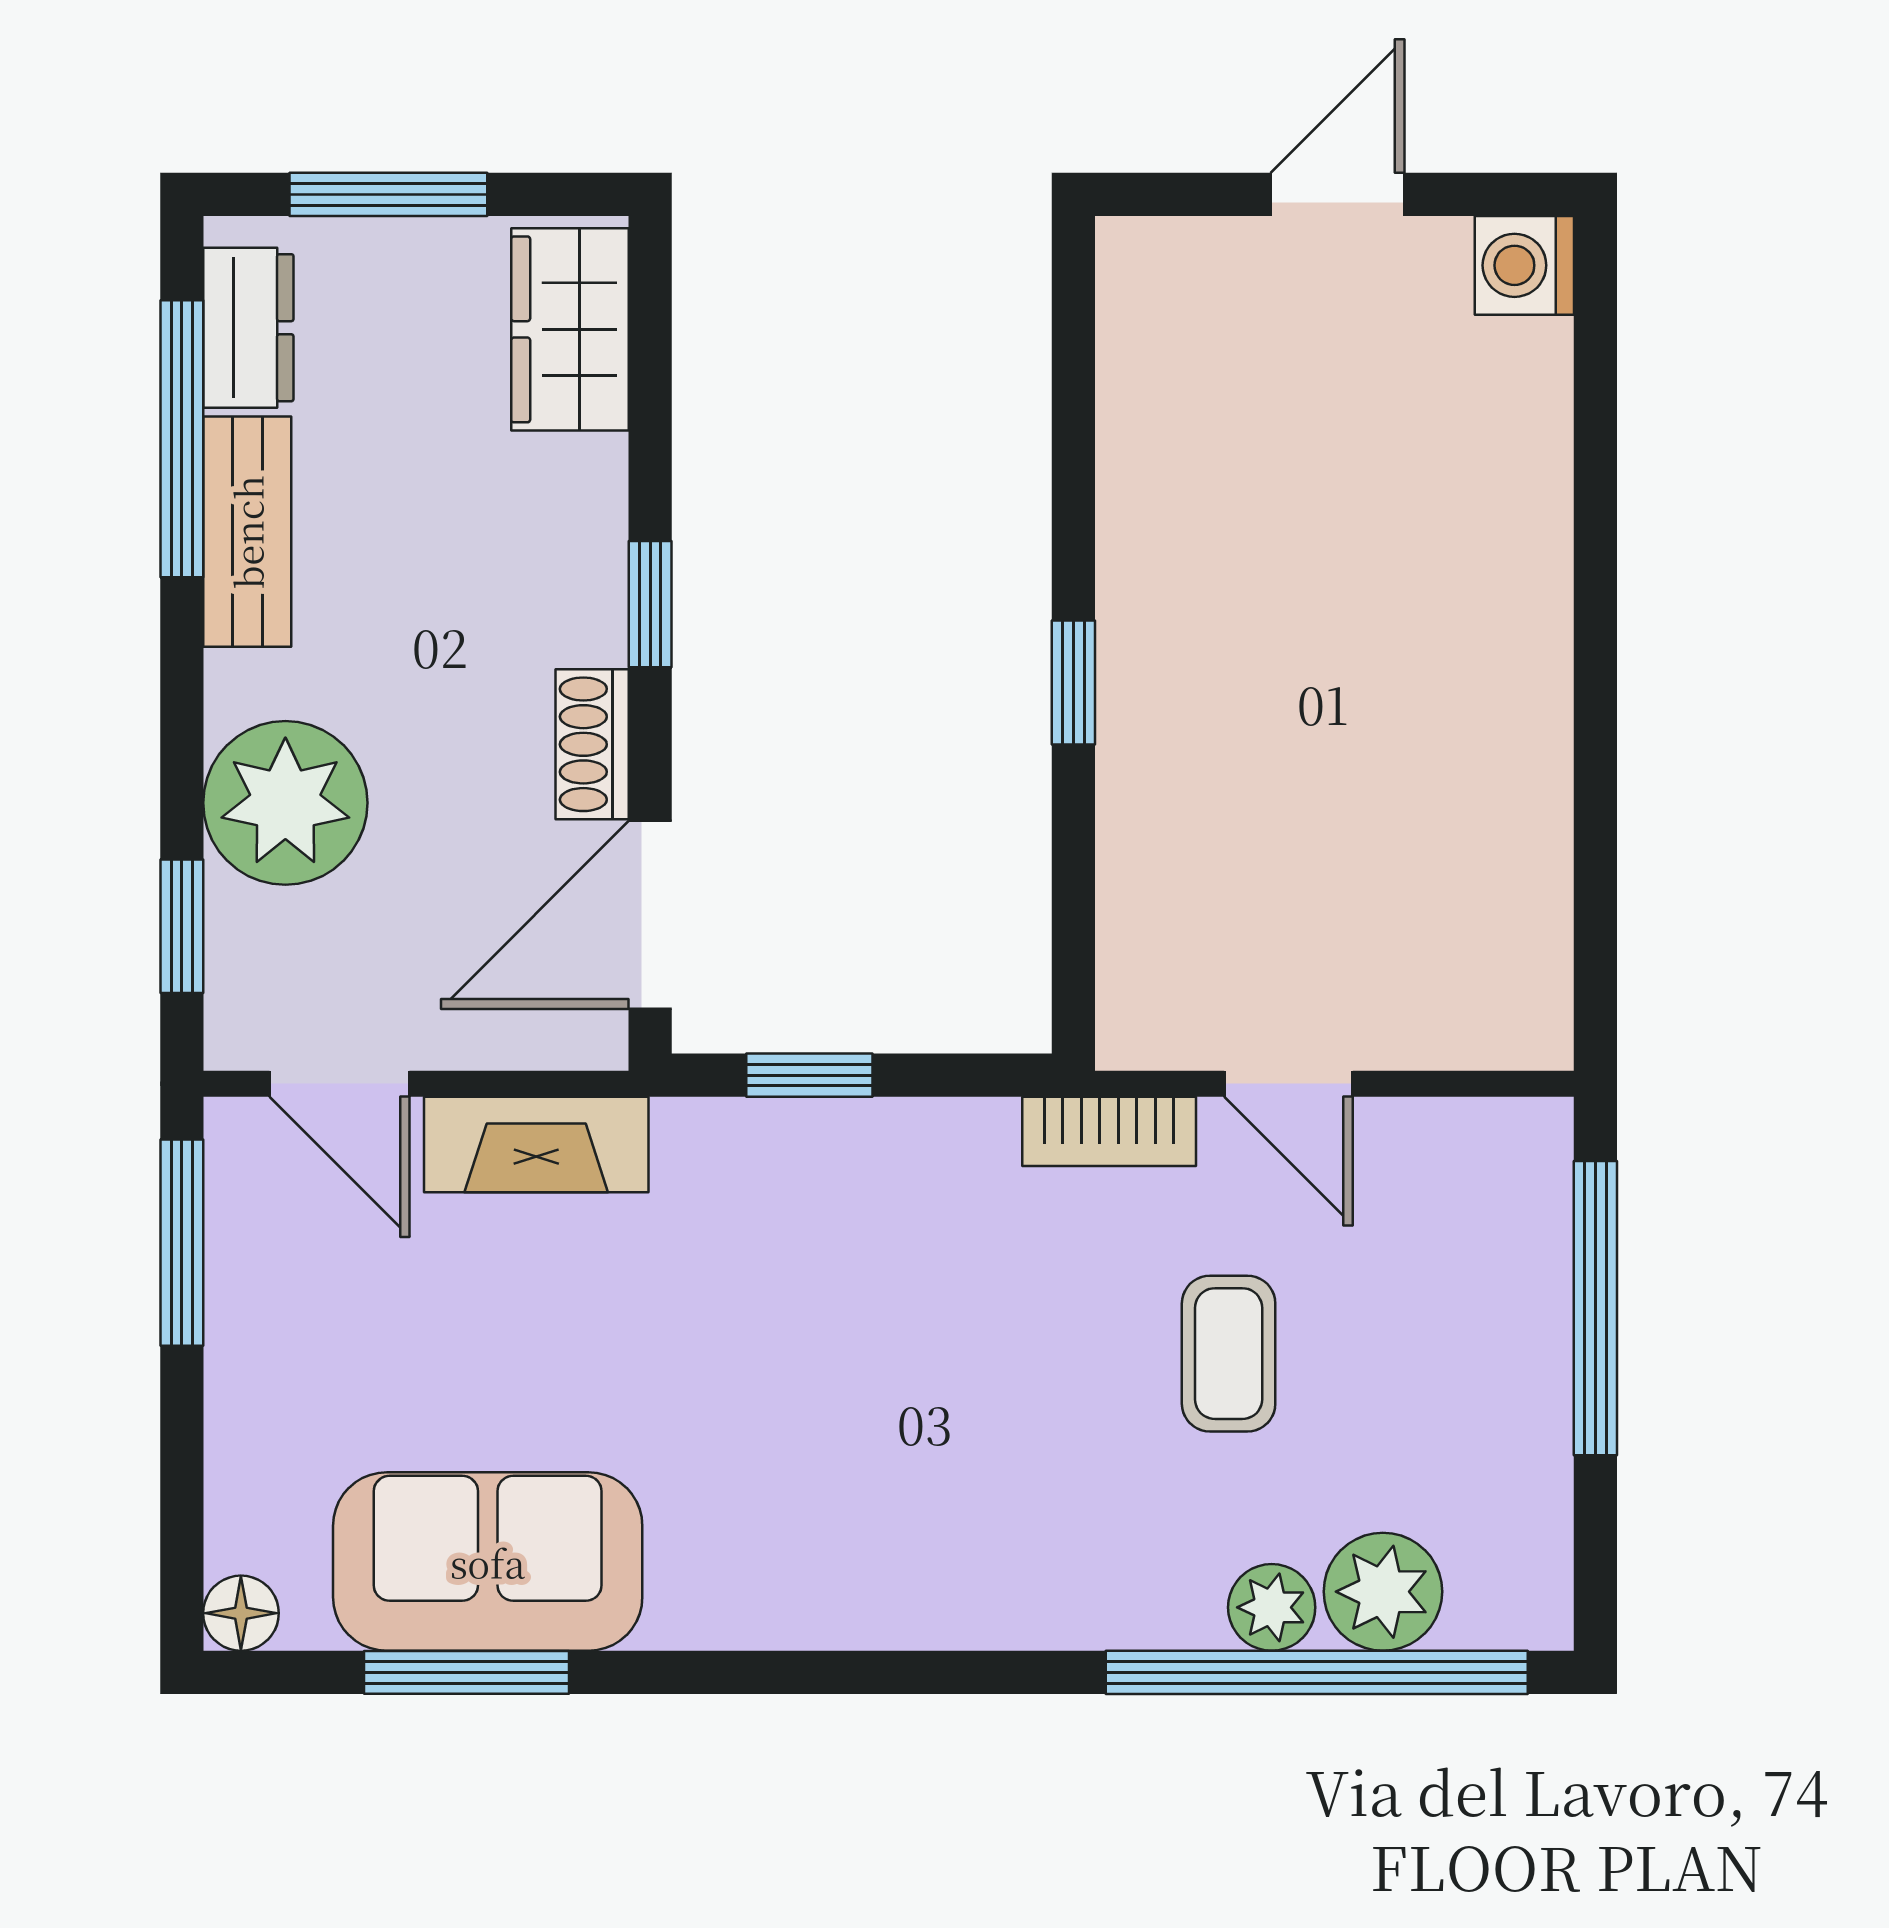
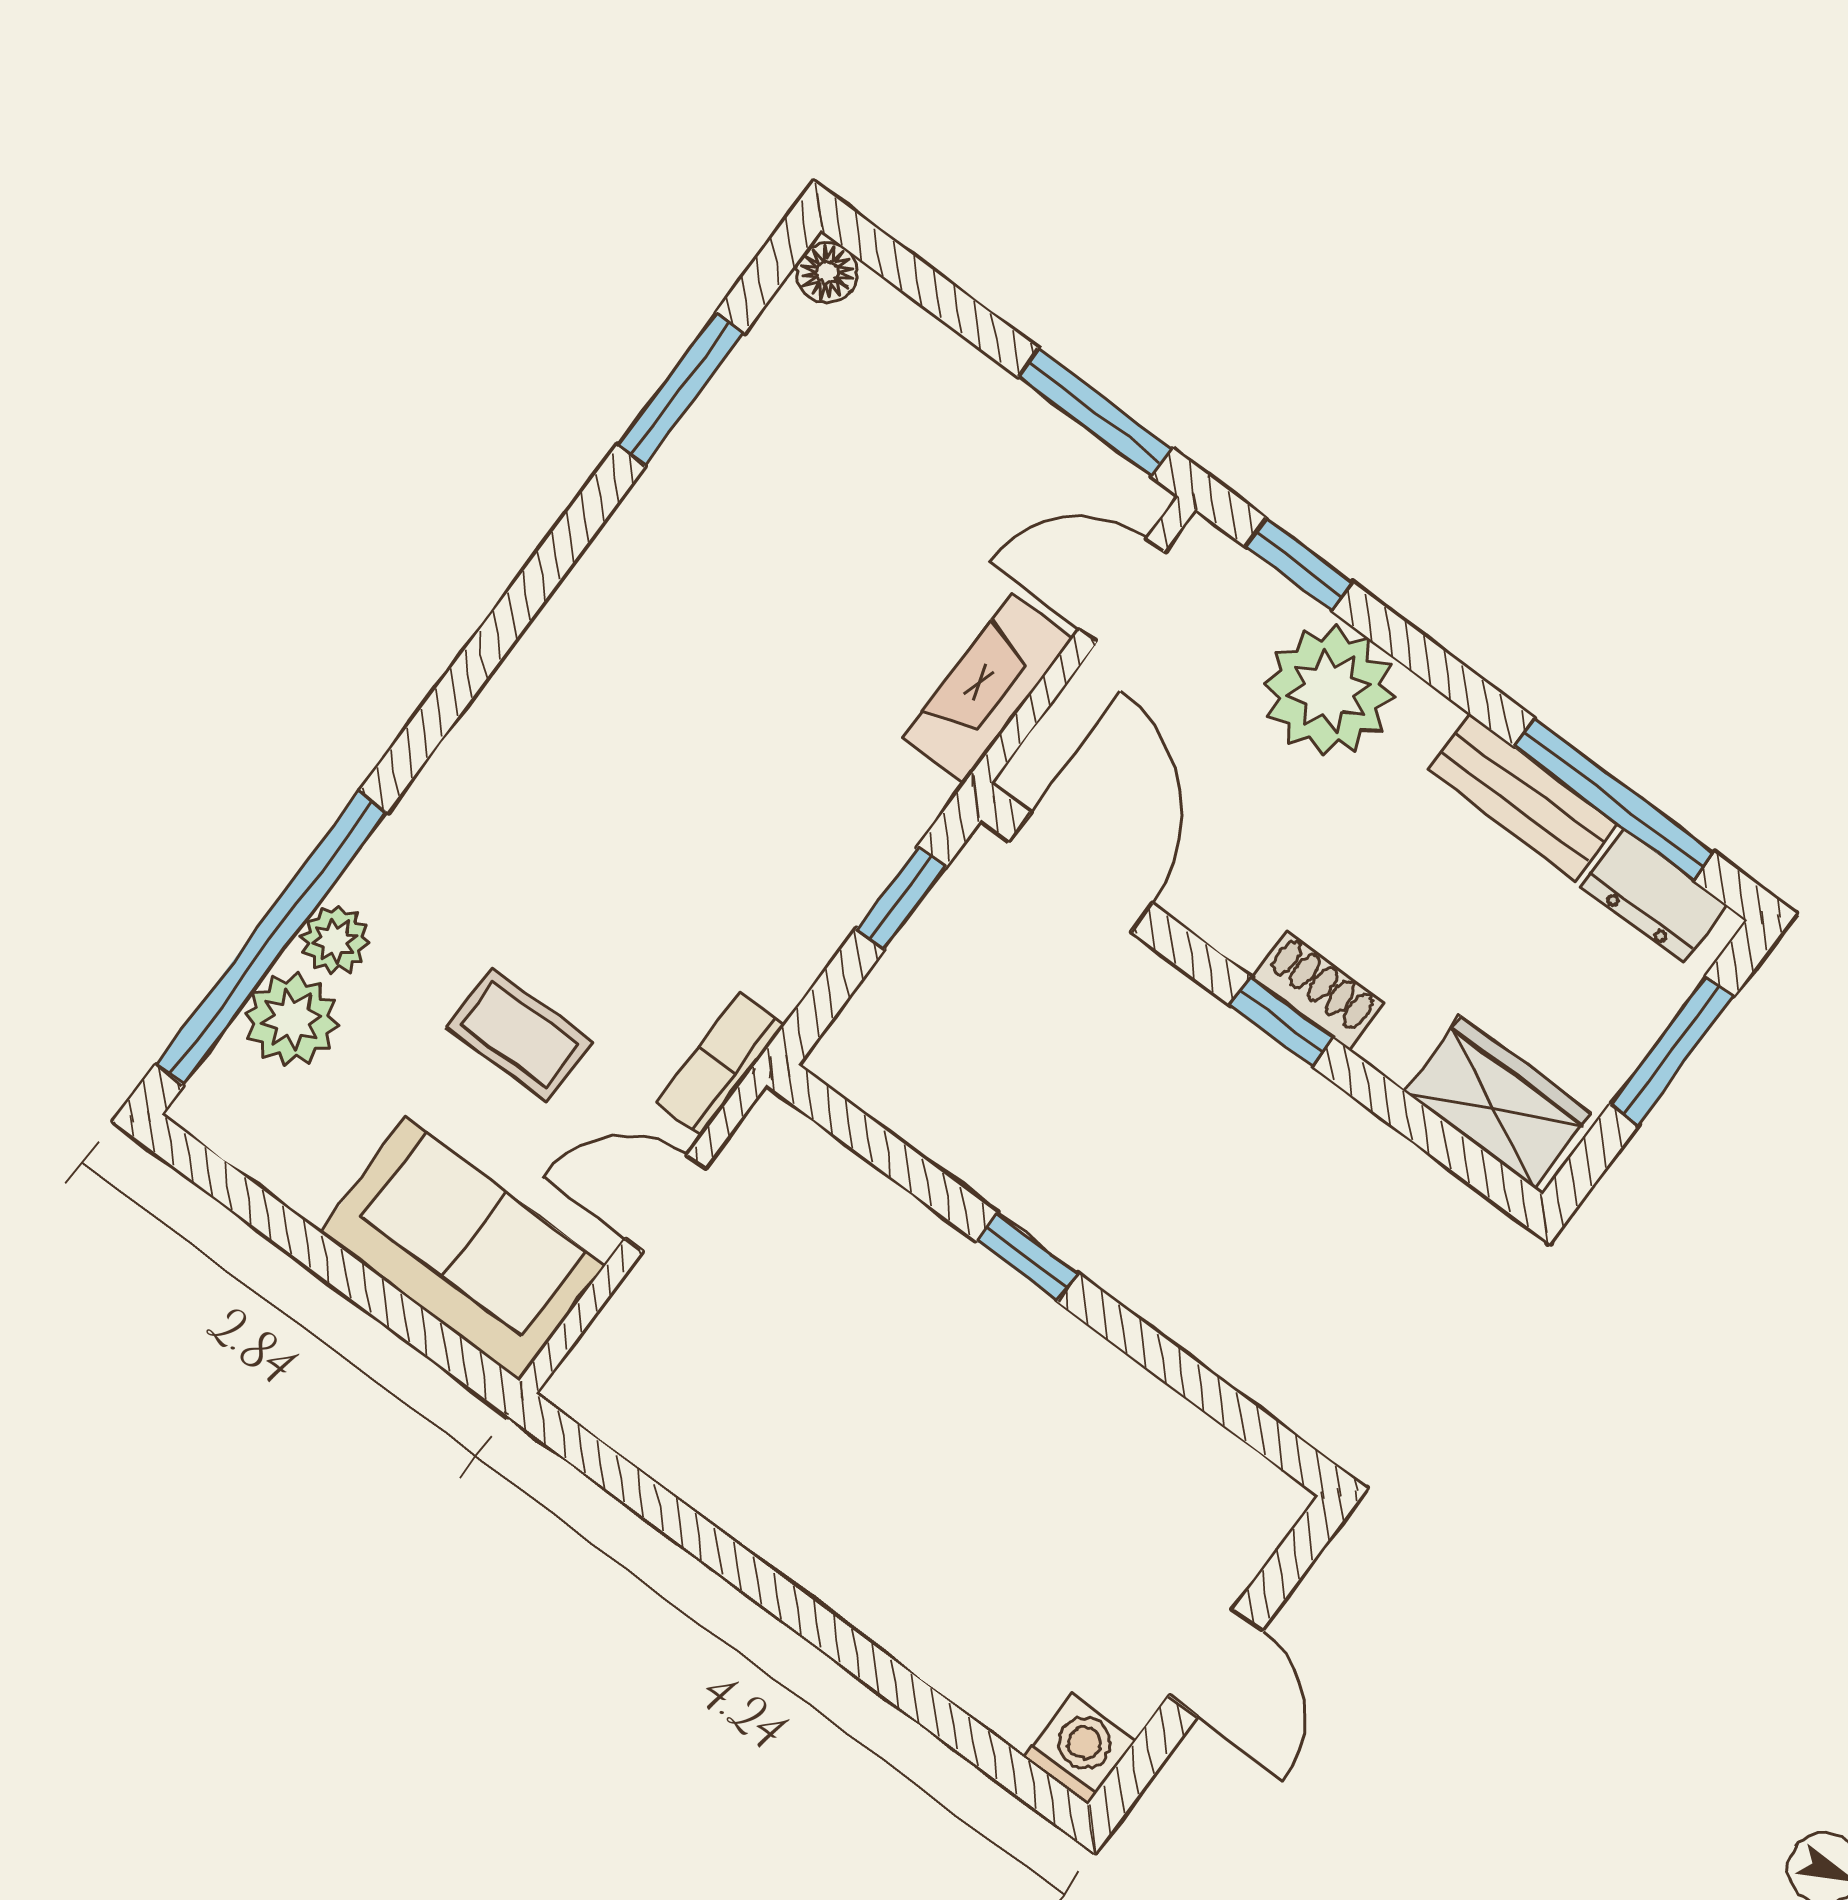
shoe rack: (592, 744) -> (1318, 991), moved
window: (1595, 1308) -> (372, 1293), removed
sofa: (488, 1562) -> (463, 1249), moved, turned -90

